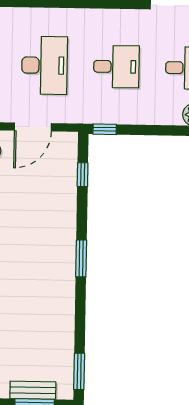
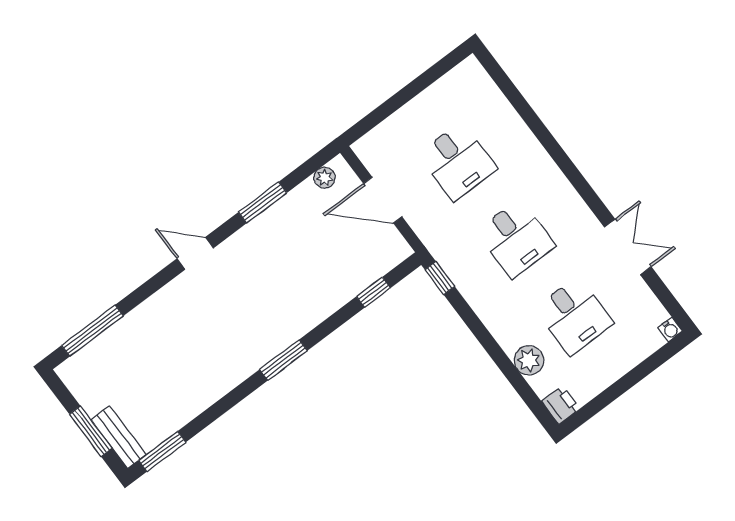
desk: (44, 65) -> (458, 161), width x0.73
bench: (33, 390) -> (119, 437), moved

